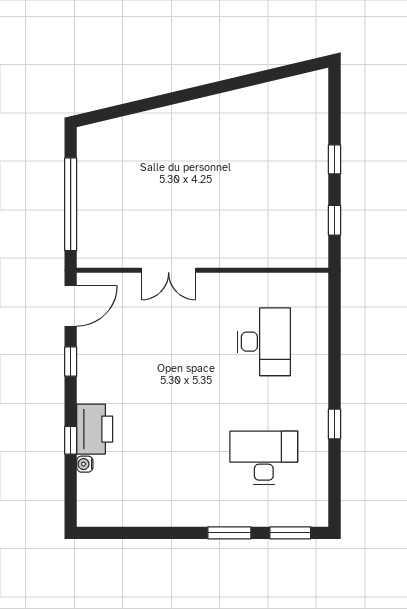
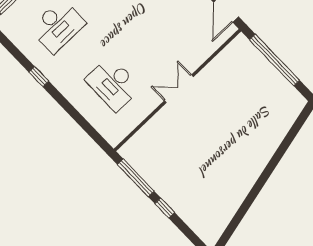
window: (334, 220) -> (136, 178), width x2.17
double door: (169, 270) -> (179, 89), moved

